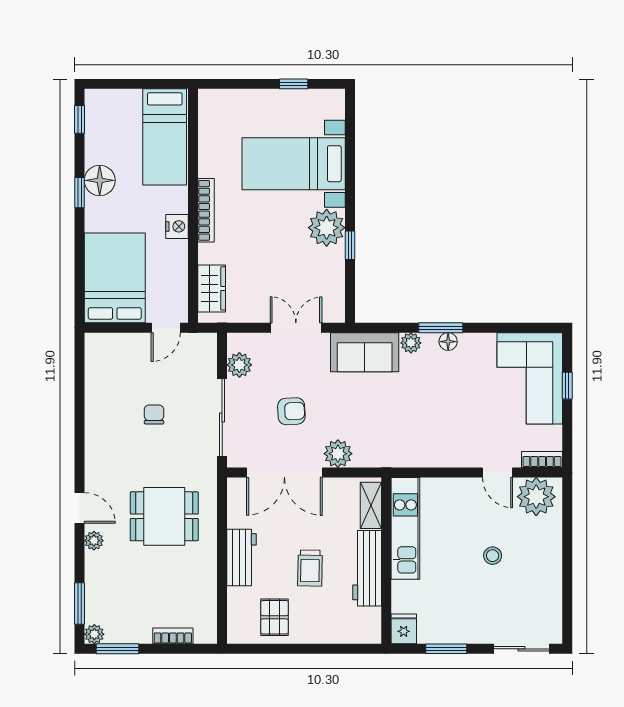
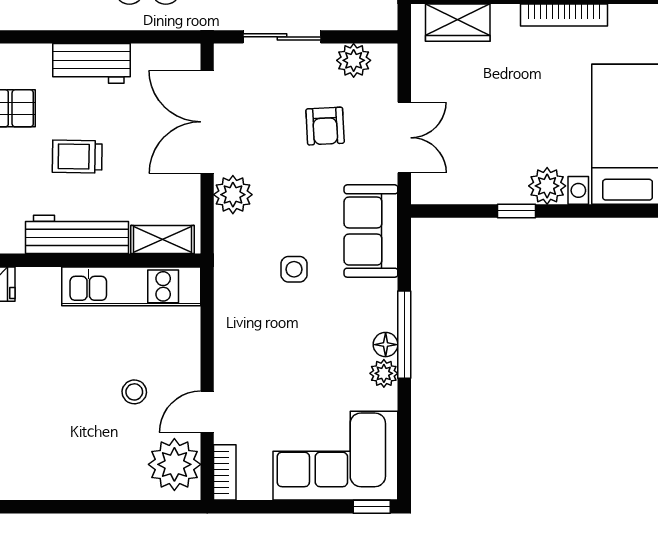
plant: (327, 228) -> (547, 186), width x0.73, depth x0.73
window: (441, 328) -> (404, 335), width x1.44
plant: (411, 343) -> (384, 373), moved
window: (567, 386) -> (372, 507), moved
side table: (393, 409) -> (294, 269), added
armchair: (291, 411) -> (325, 126), moved
sliding door: (222, 418) -> (282, 37), width x0.73
stool: (493, 556) -> (134, 392), moved

